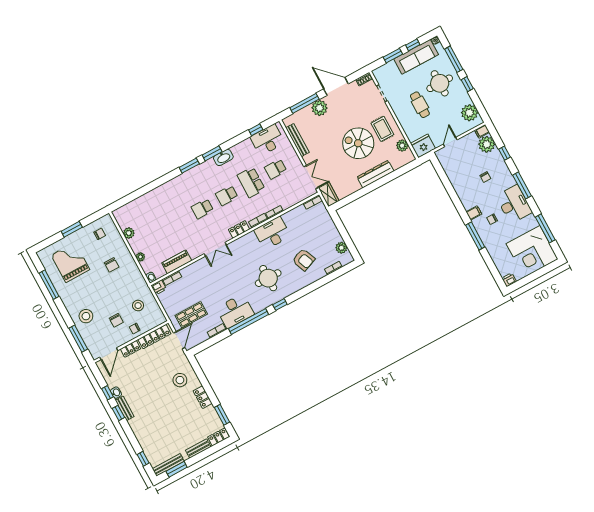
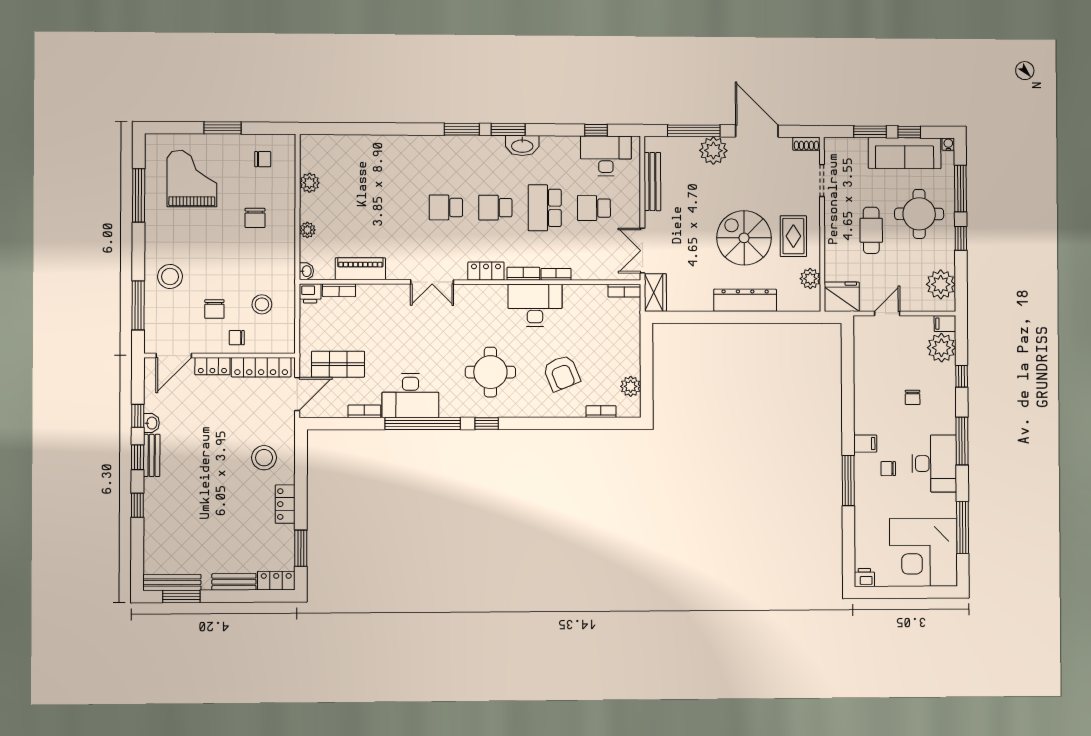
double door: (311, 177) -> (642, 251), swing flipped
window: (143, 459) -> (137, 505), moved

